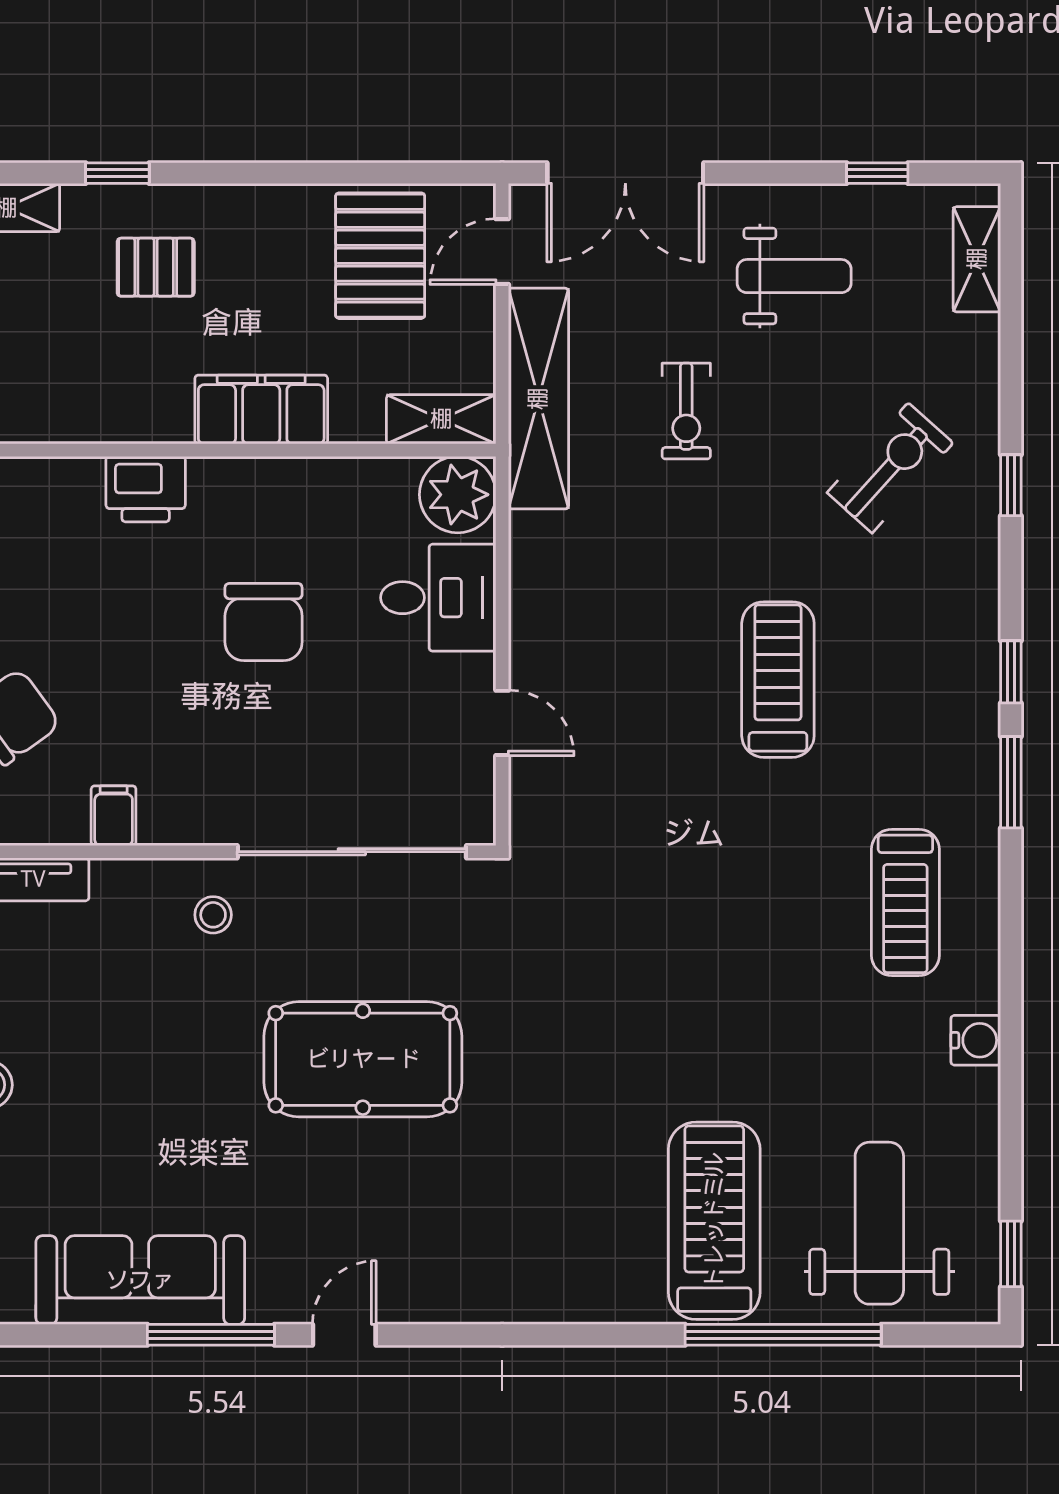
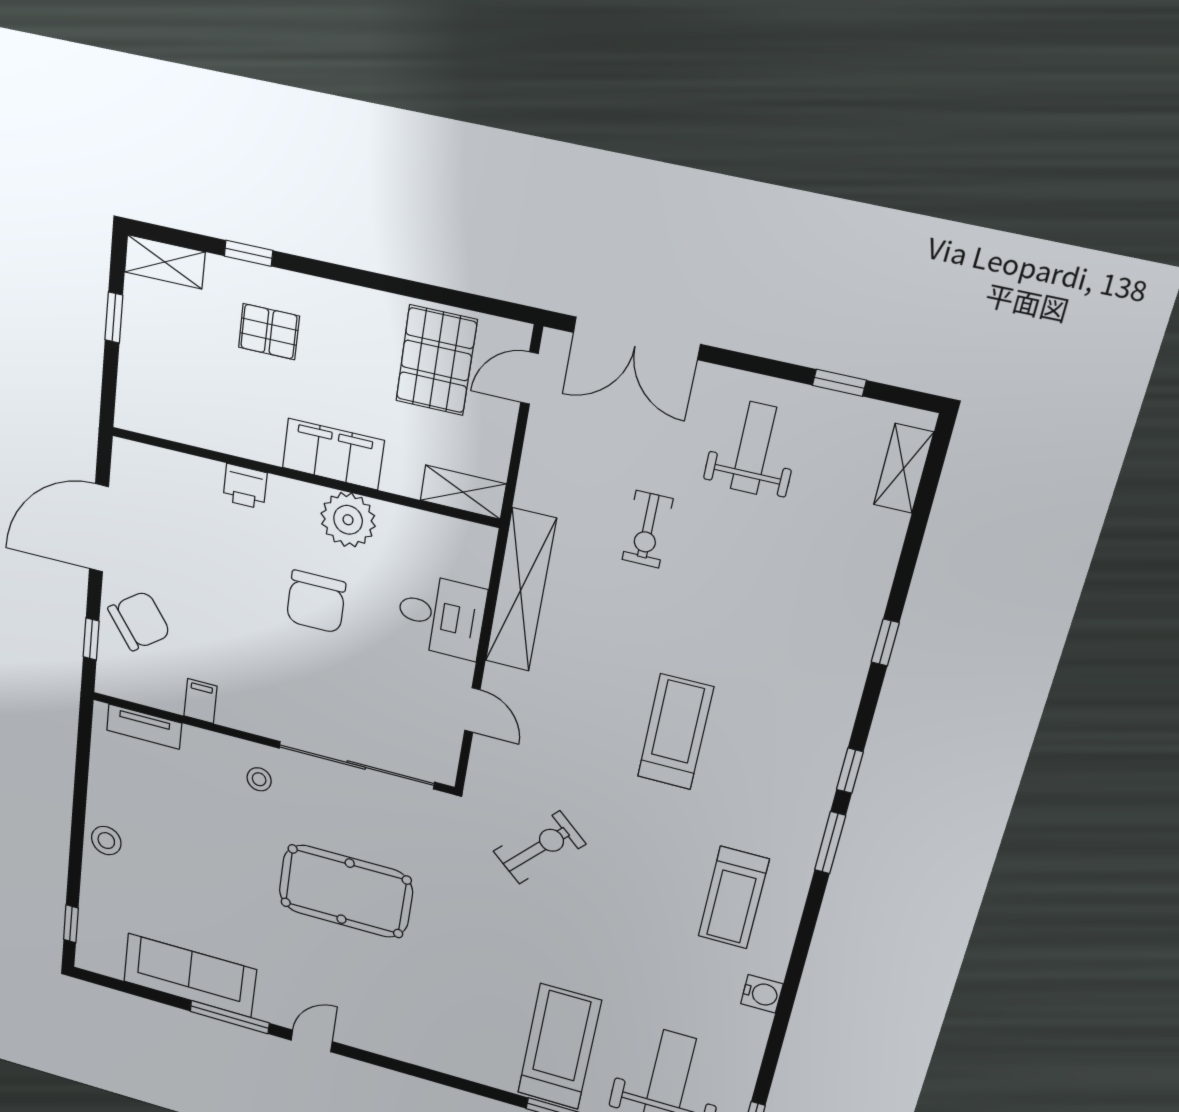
weight bench: (794, 276) -> (753, 448), turned -90
shelving: (538, 399) -> (520, 591), moved
exercise bike: (890, 468) -> (539, 848), moved
printer: (146, 489) -> (245, 486), width x0.73, depth x0.81
plant: (458, 495) -> (348, 520), moved

